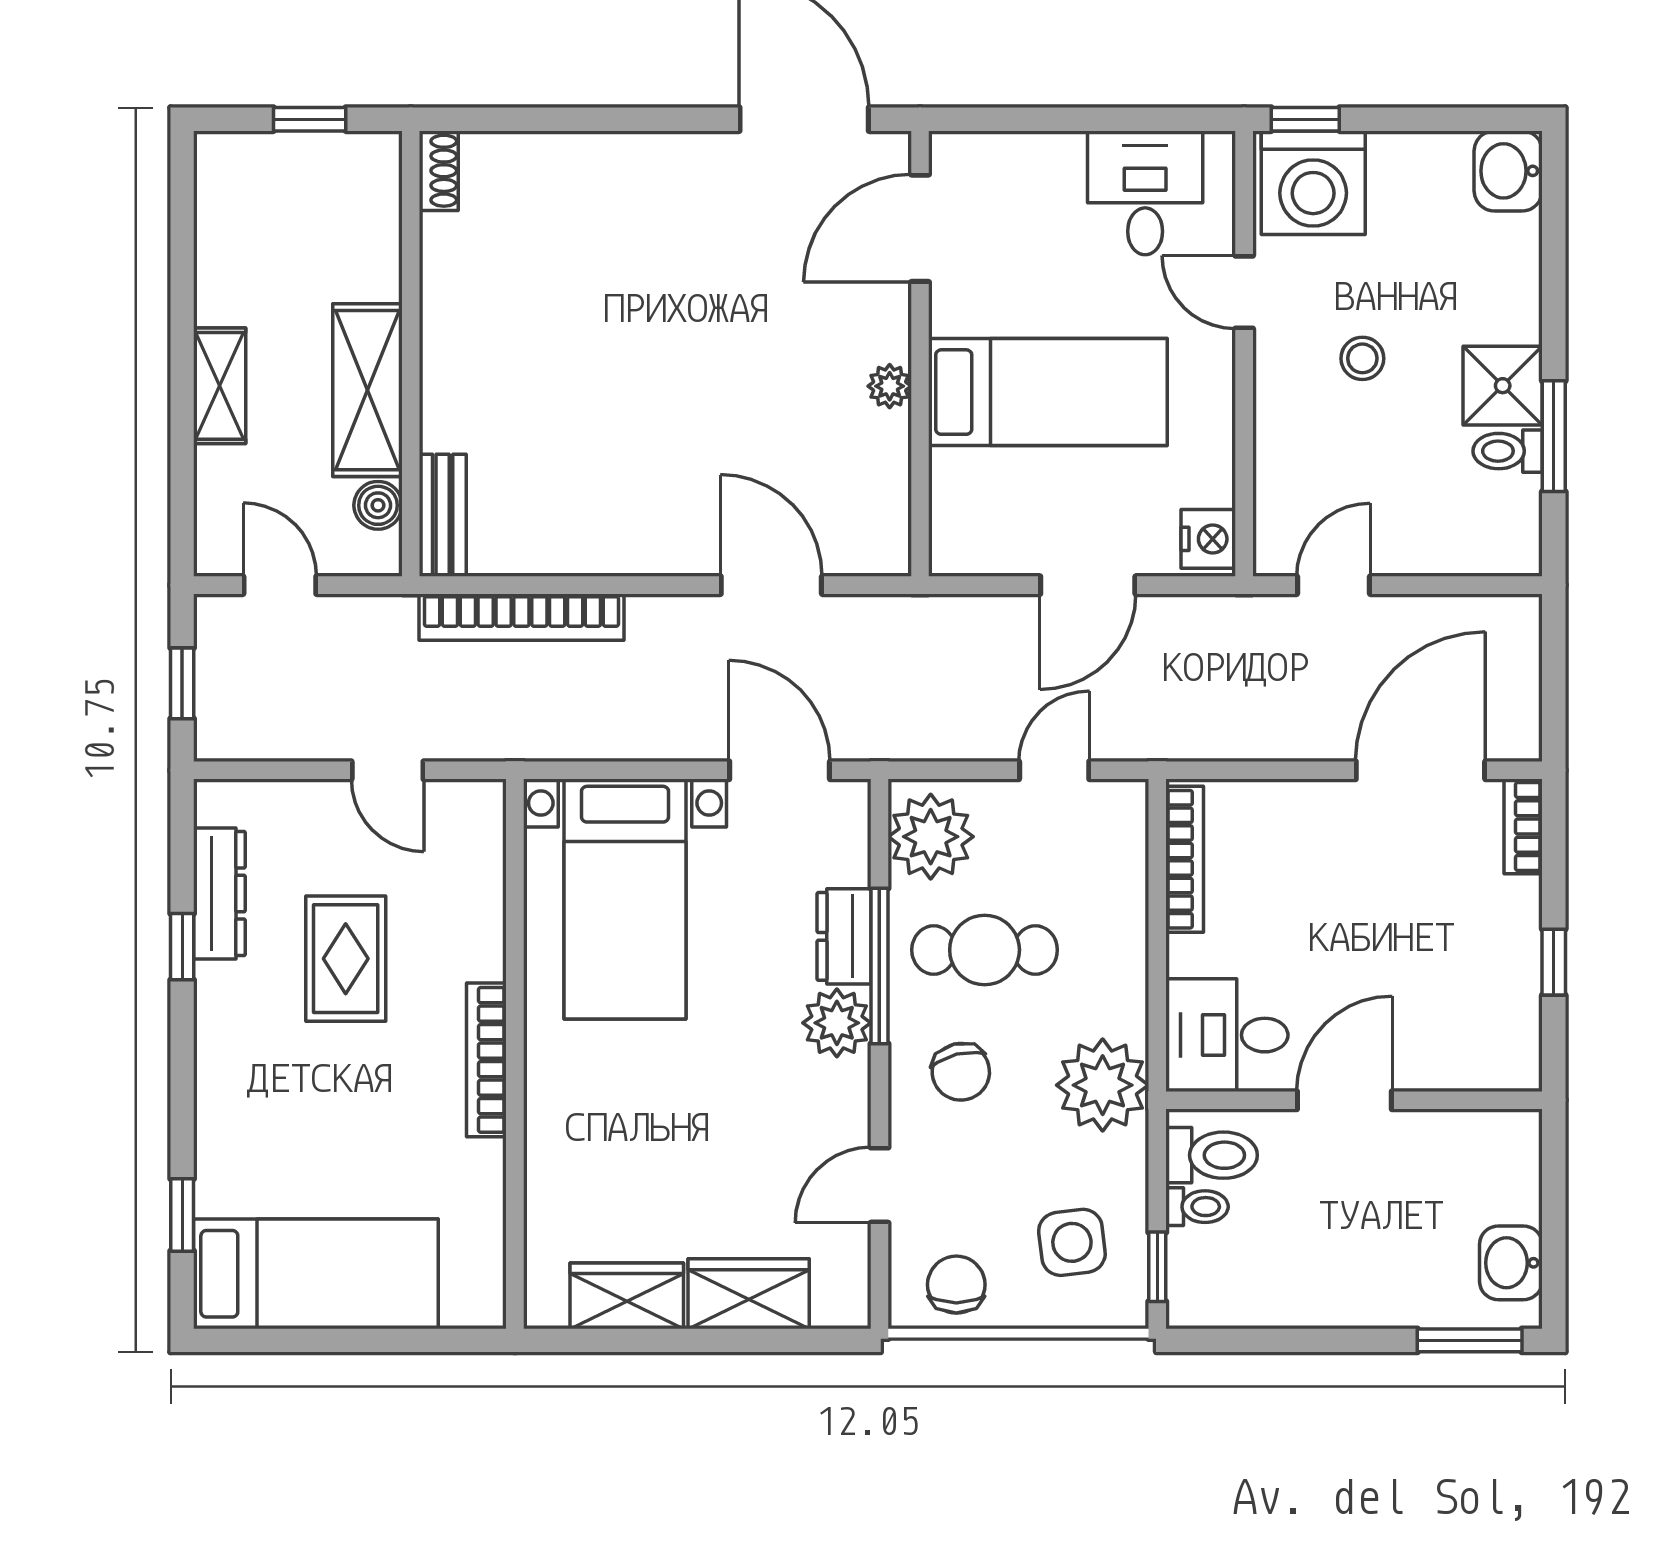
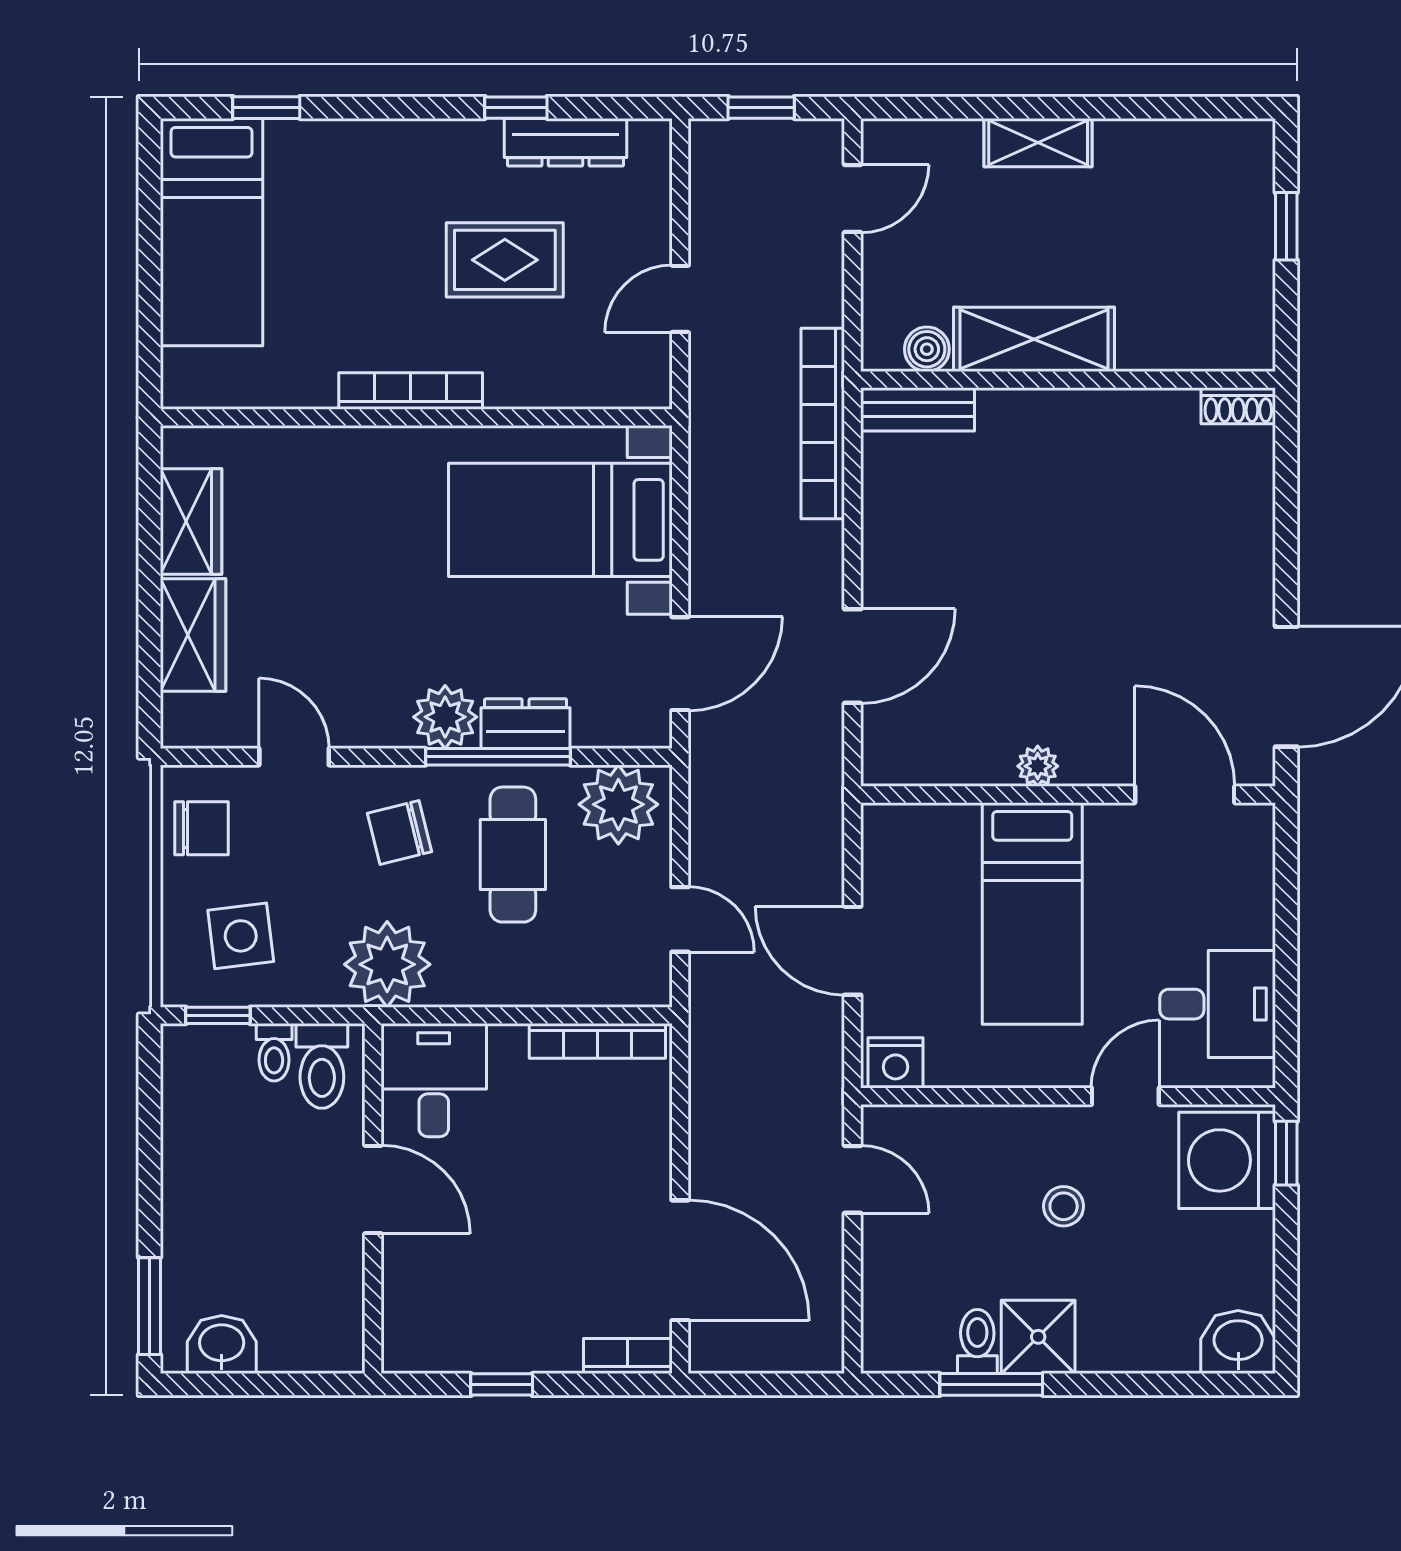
shoe rack: (439, 171) -> (1238, 406), moved
wall: (411, 354) -> (1068, 380), moved
shelving: (367, 390) -> (1034, 339), moved
boiler: (378, 505) -> (927, 349), moved
bench: (443, 515) -> (918, 409), moved

